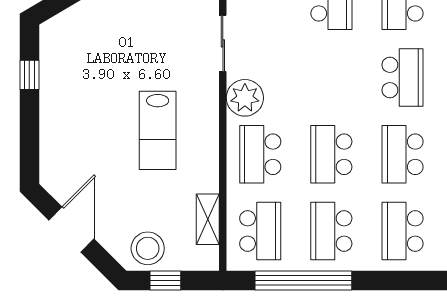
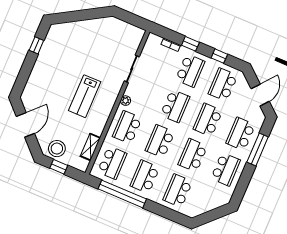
school desk: (331, 77) -> (175, 106), added
school desk: (403, 77) -> (208, 120), turned 180
plant: (245, 98) -> (126, 101), width x0.53, depth x0.53

